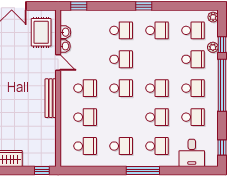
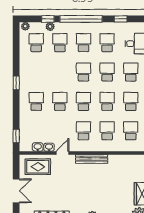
school desk: (157, 30) -> (107, 101), moved
window: (222, 148) -> (121, 19), moved

